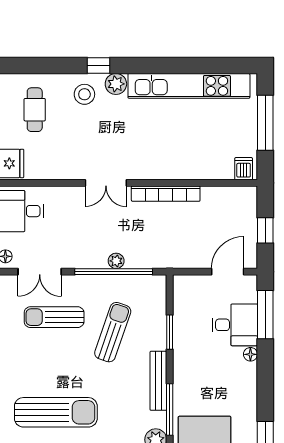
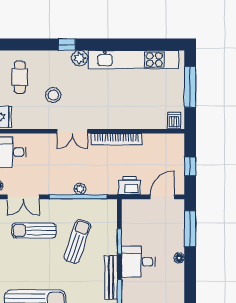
stool: (84, 94) -> (53, 95), moved
printer: (183, 256) -> (130, 186), added
desk: (235, 325) -> (138, 262), moved, turned 180

